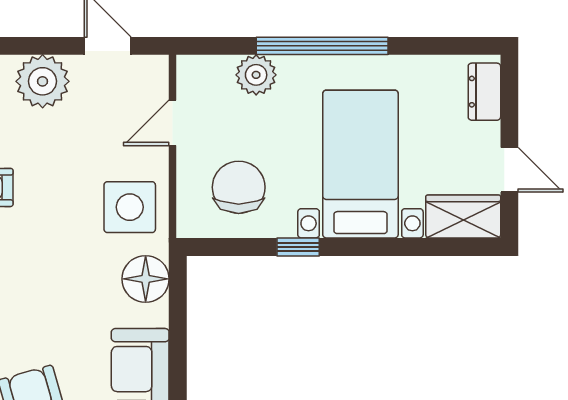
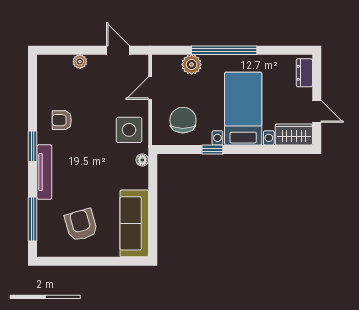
plant: (43, 81) -> (80, 62), width x0.53, depth x0.53
floor lamp: (146, 279) -> (142, 160), width x0.53, depth x0.53

